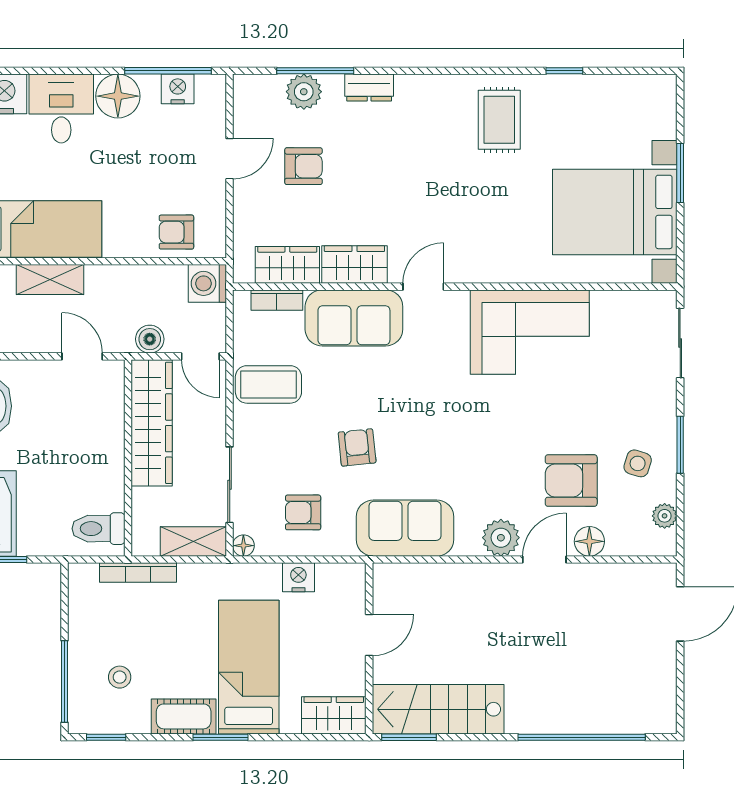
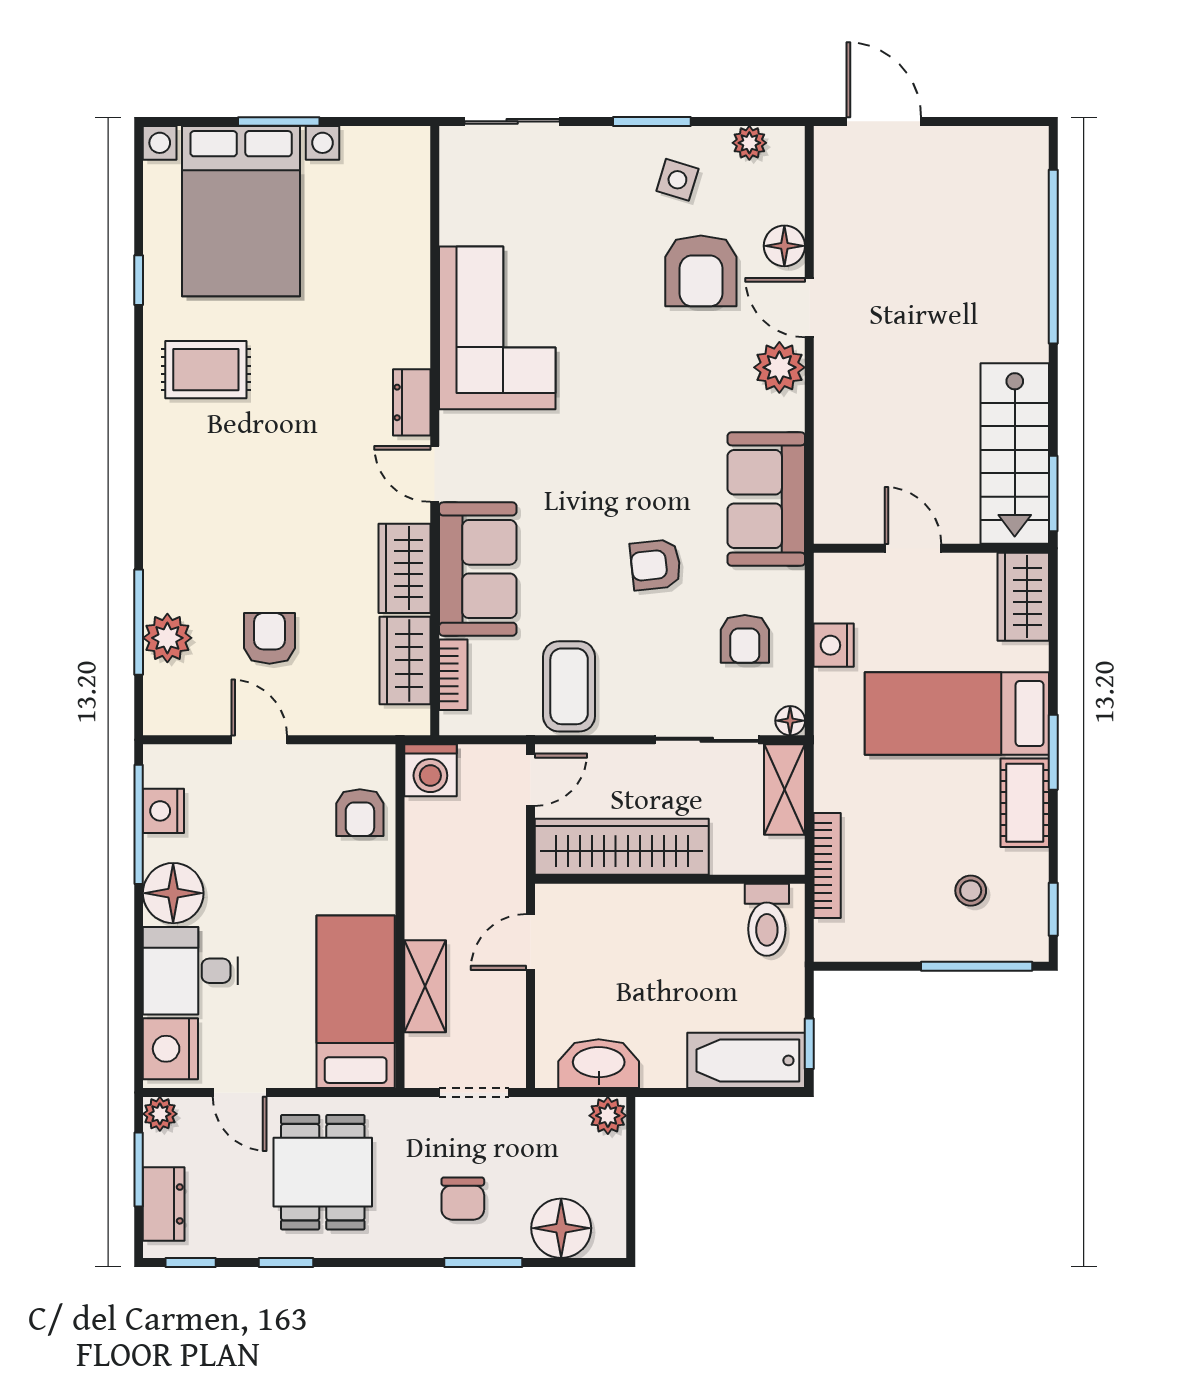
dresser: (369, 88) -> (412, 402), moved, turned 180
bed with nightstands: (615, 212) -> (241, 211), moved
boiler: (150, 339) -> (507, 849), removed

